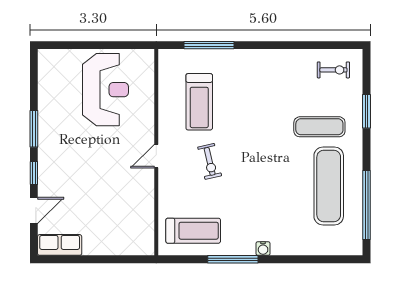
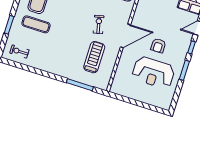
reception desk: (105, 90) -> (153, 73), moved, turned -90
door: (156, 156) -> (125, 36), width x1.87
armchair: (93, 157) -> (158, 46), added

